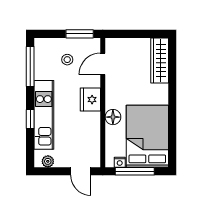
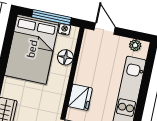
floor lamp: (113, 117) -> (65, 57), moved
window: (30, 119) -> (144, 91), removed

